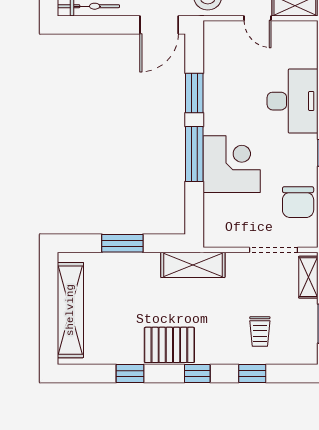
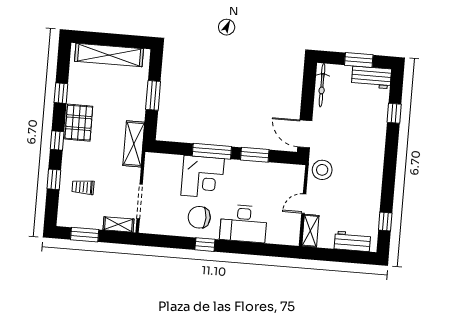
chair: (298, 202) -> (199, 217), moved

